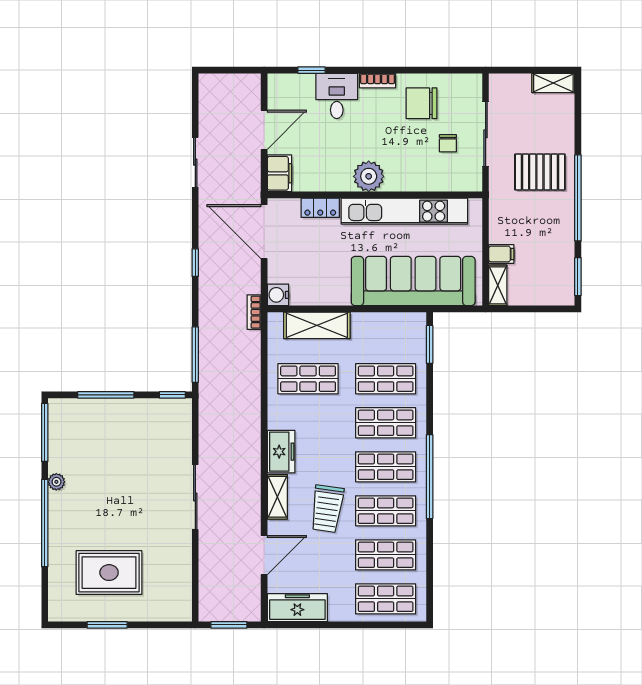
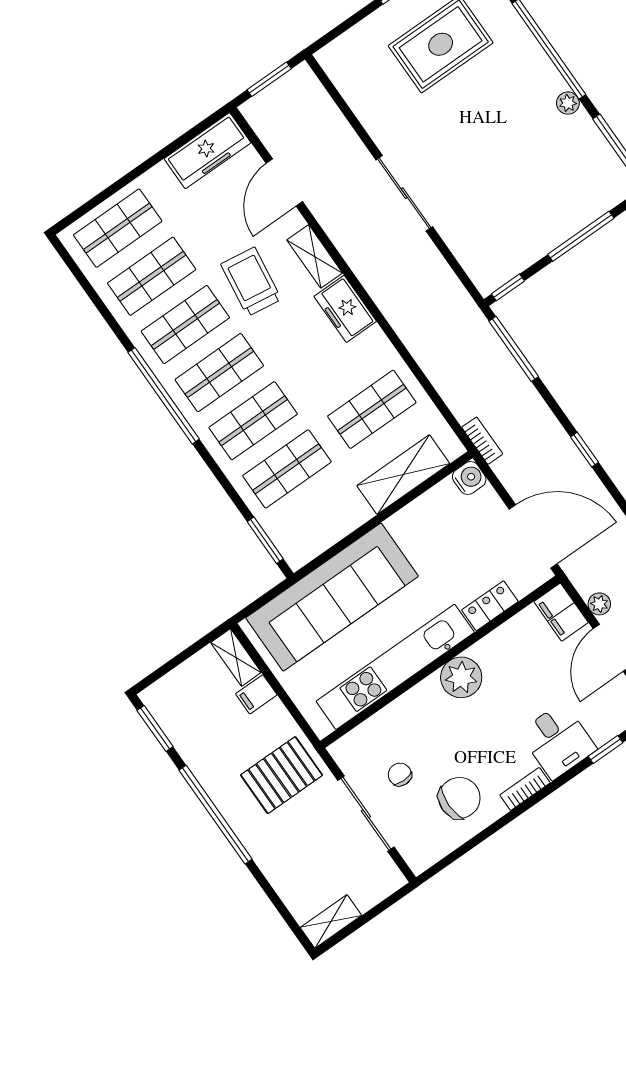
plant: (253, 162) -> (599, 604), added
pallet: (540, 172) -> (282, 775), moved

